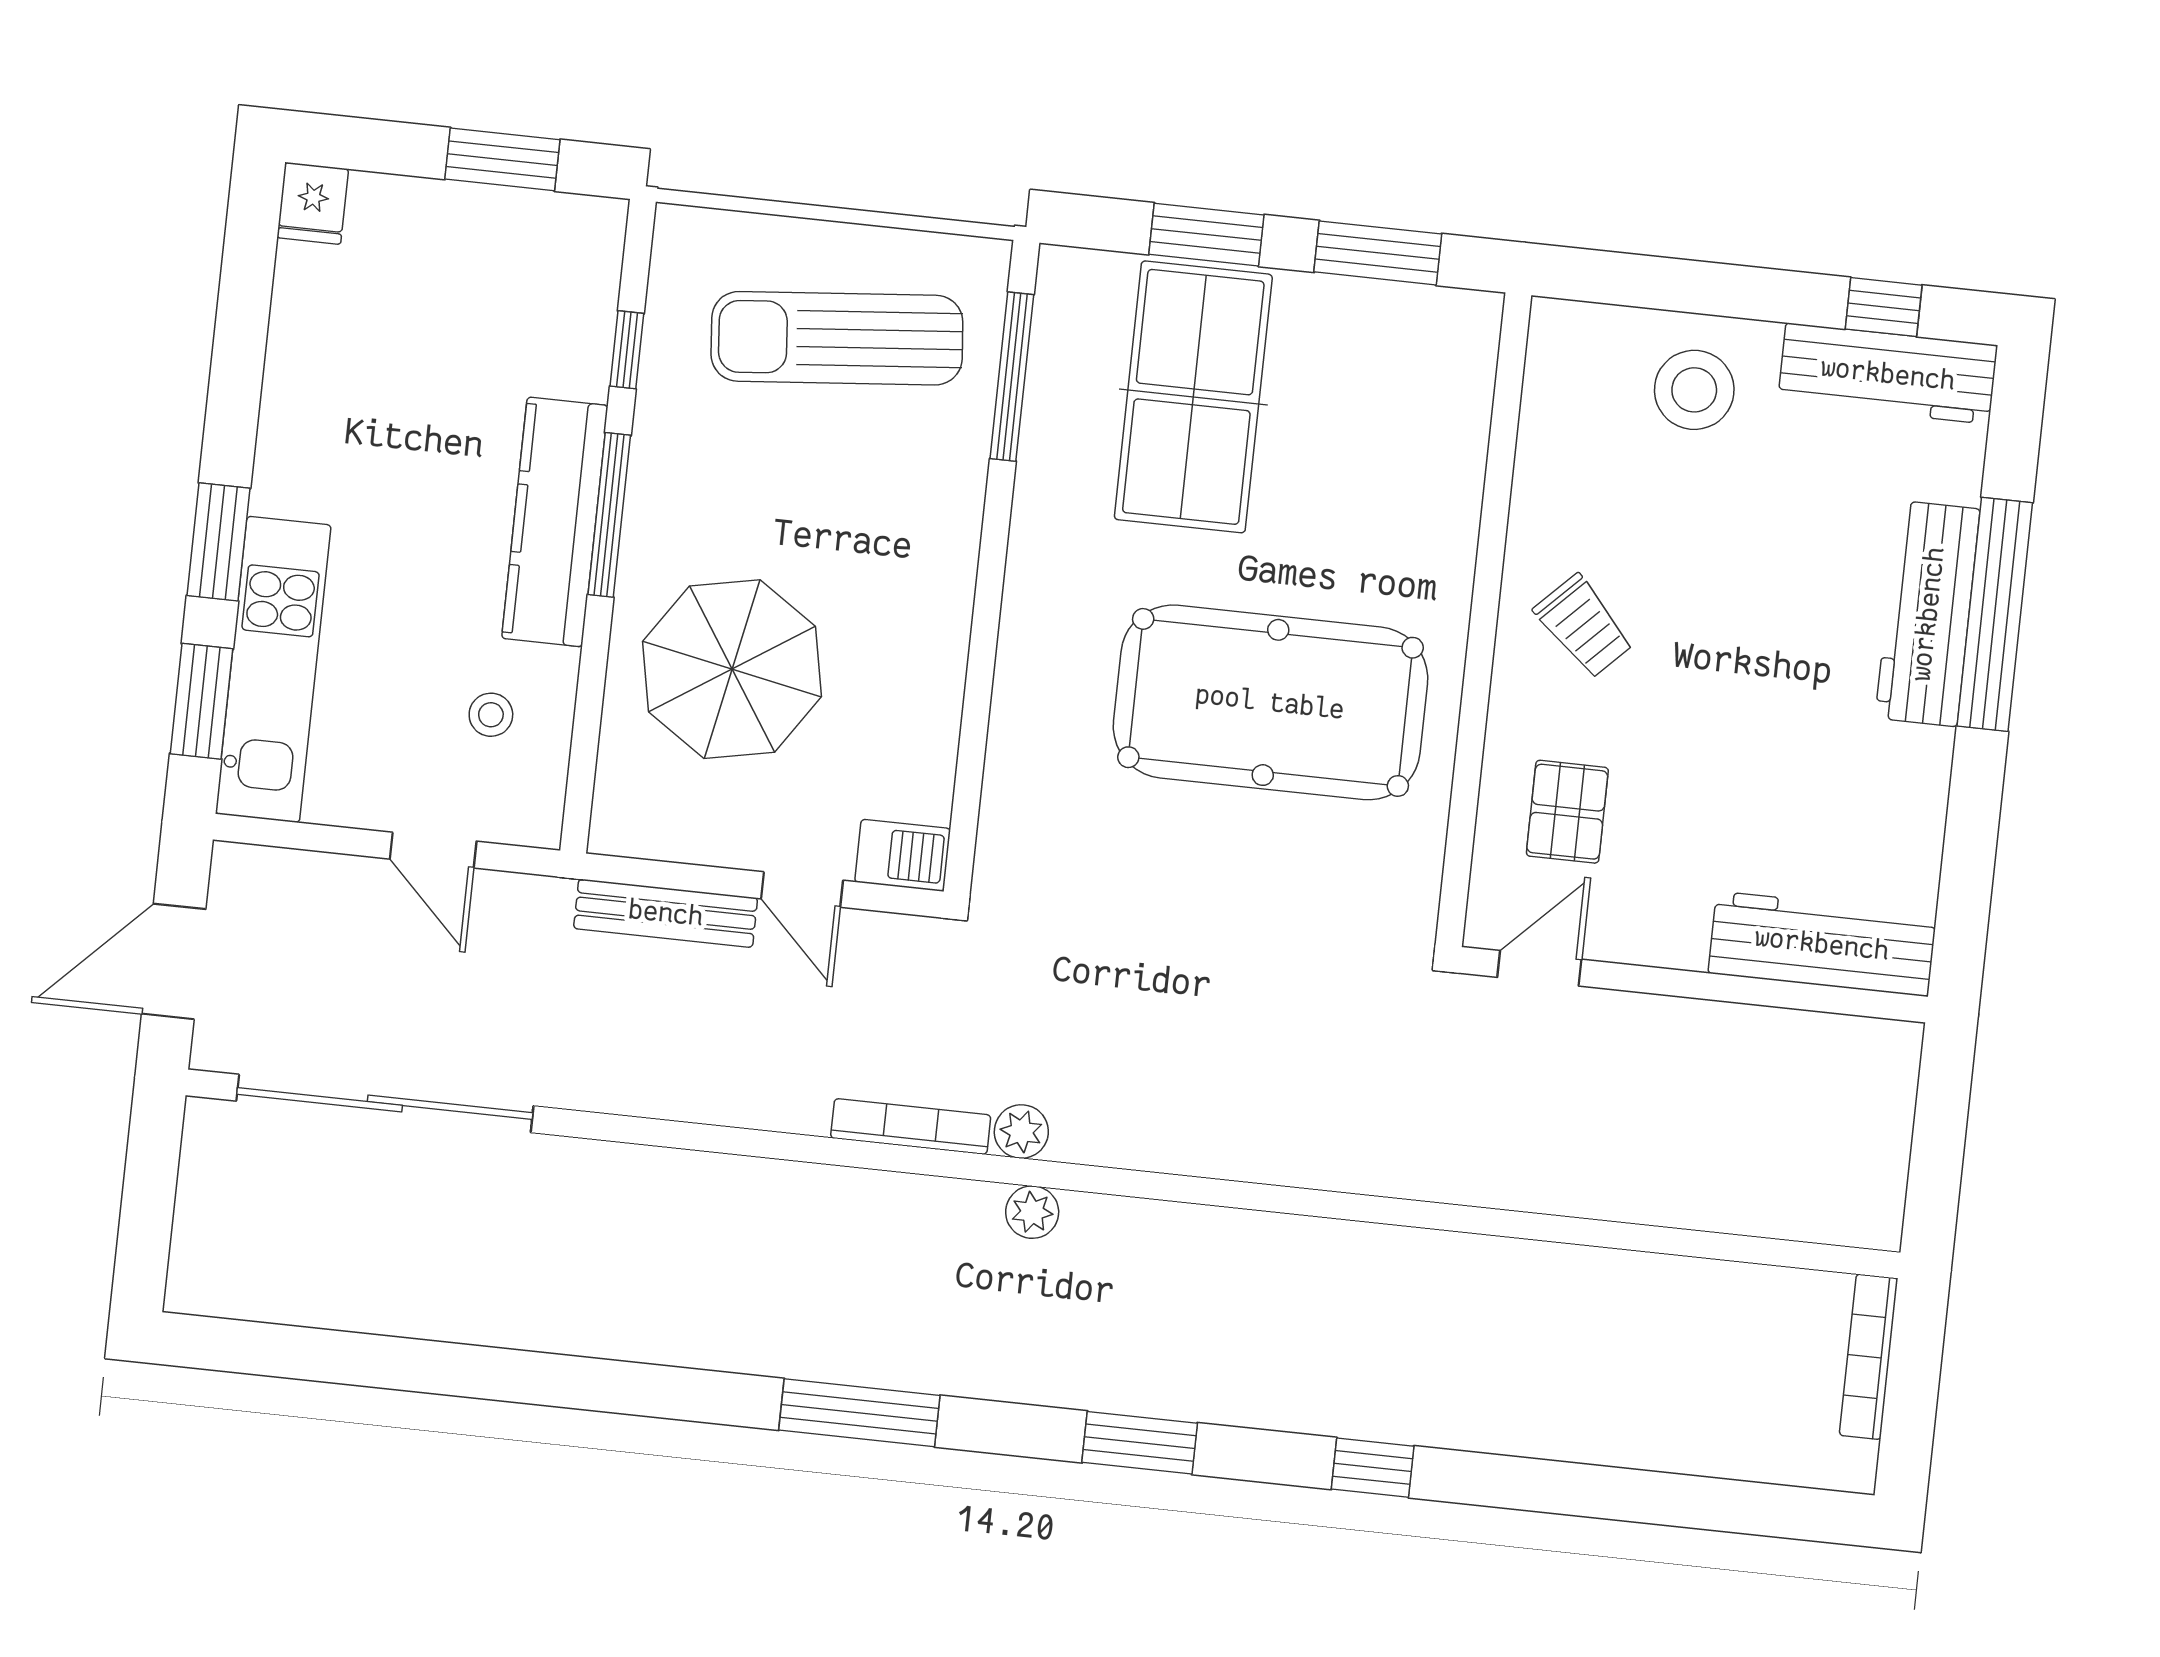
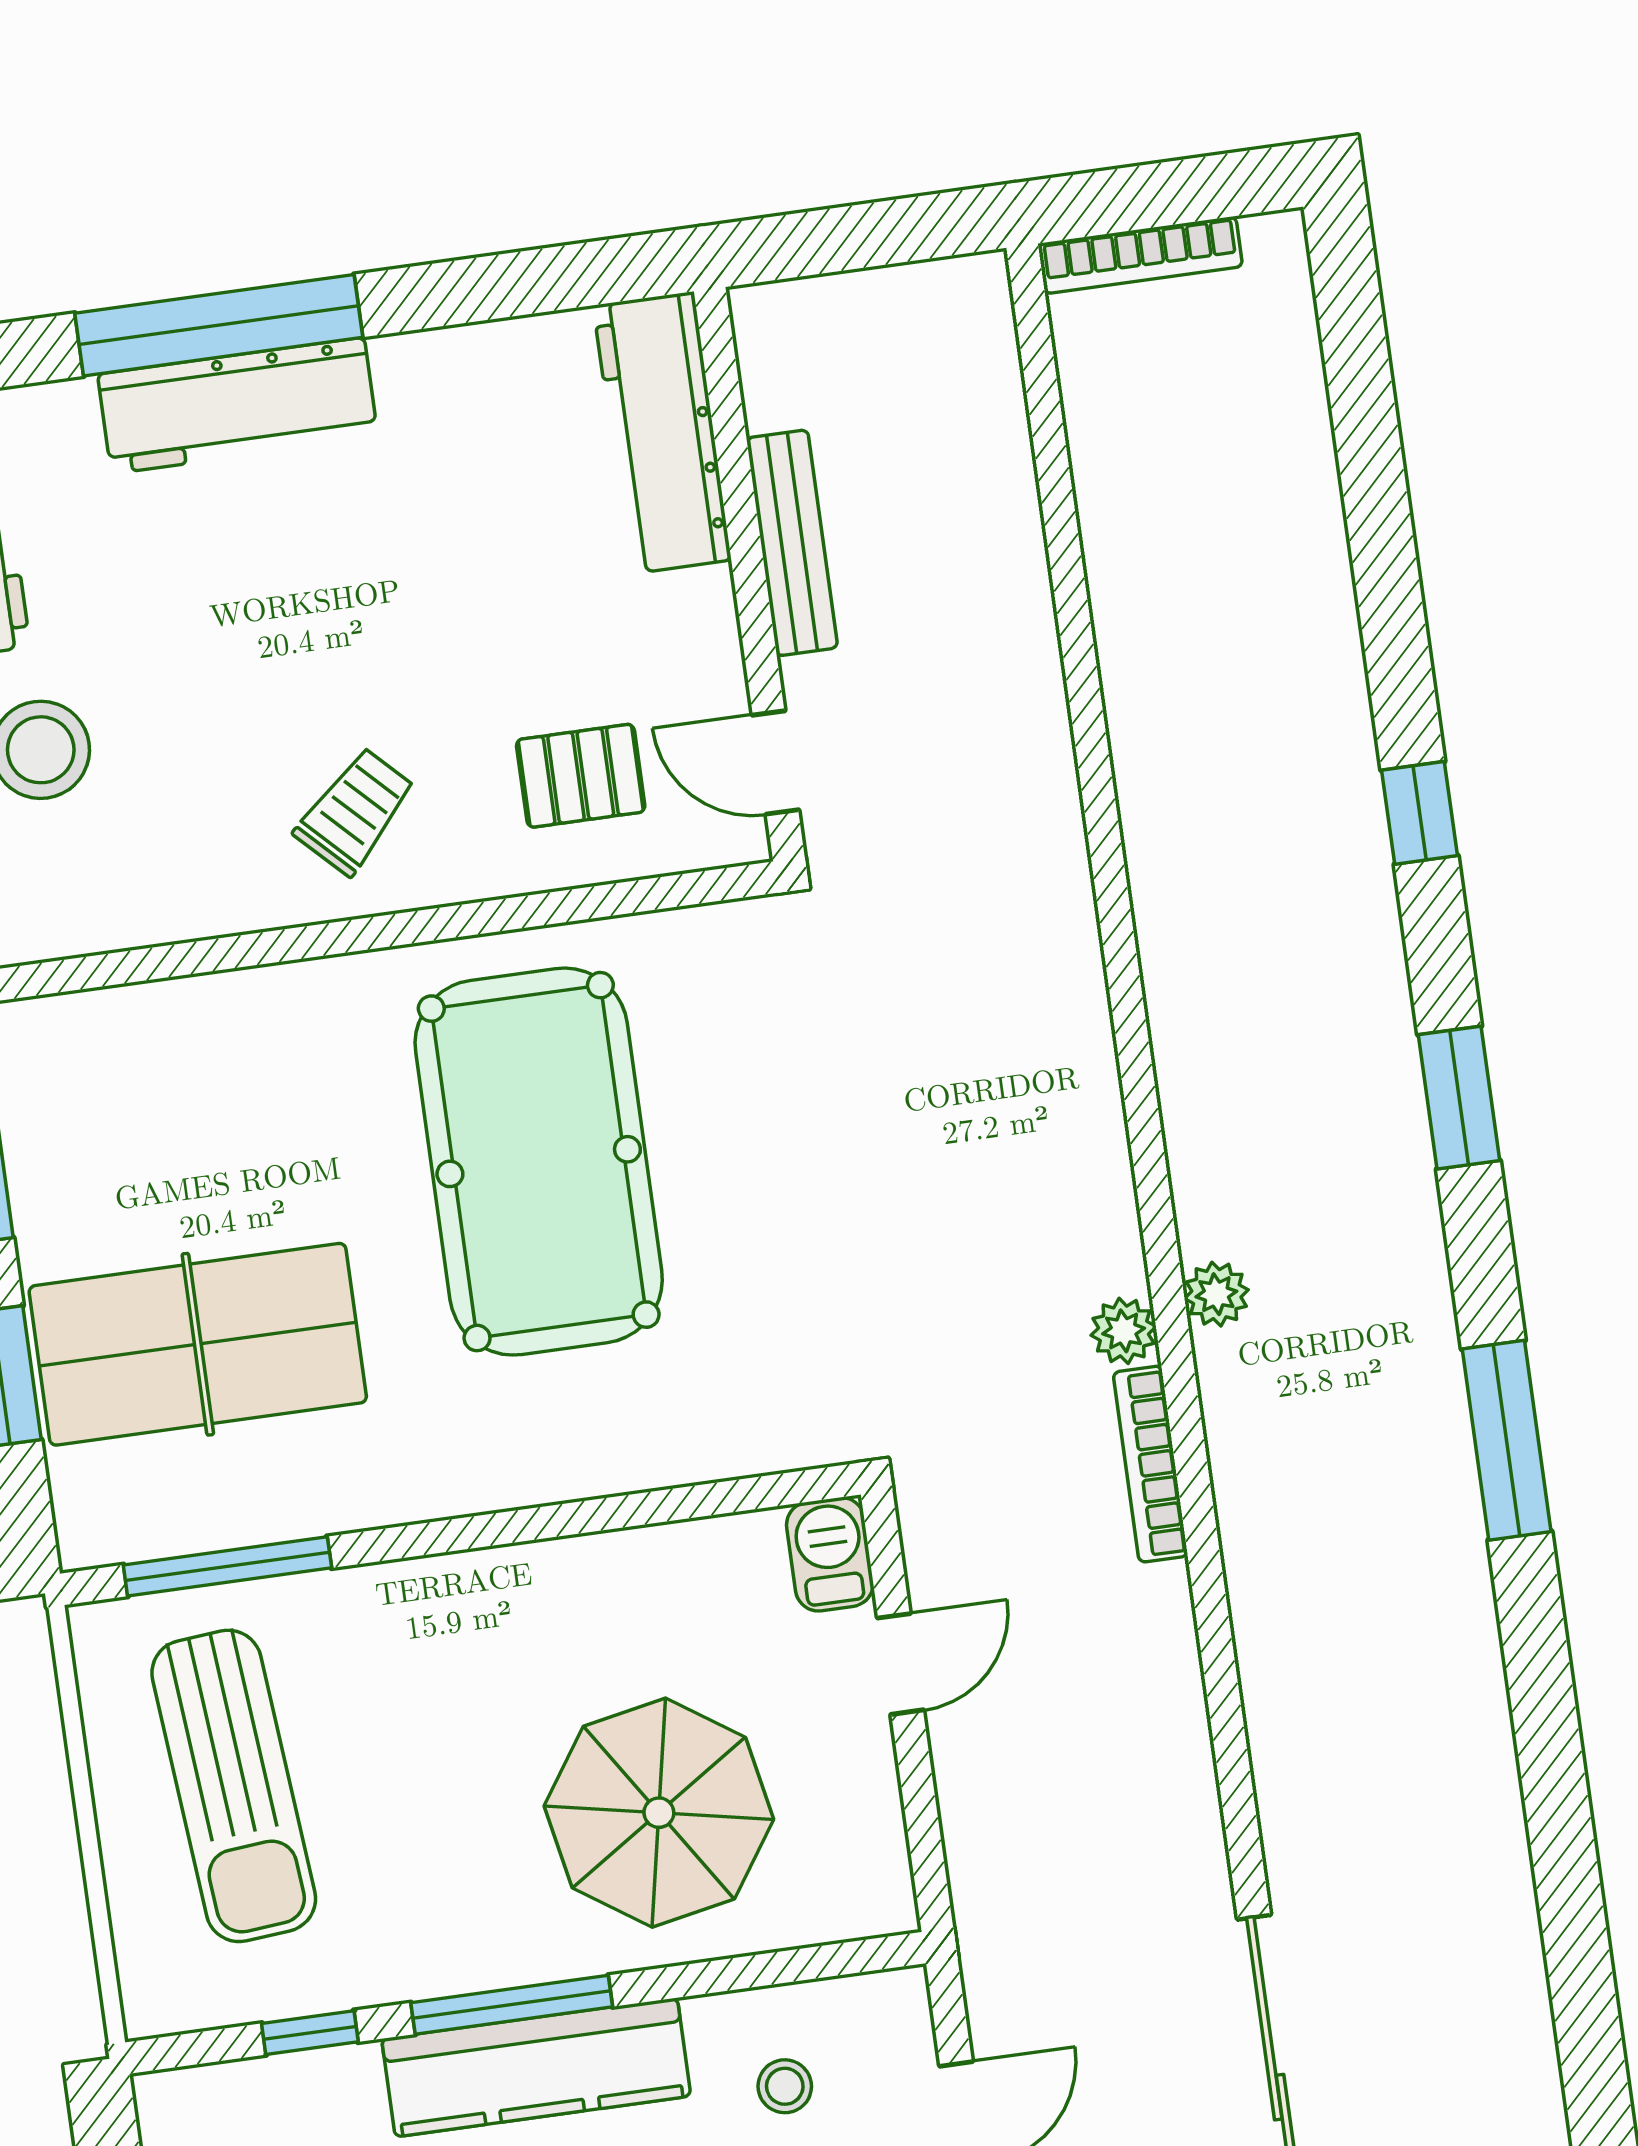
bench: (666, 913) -> (792, 543), moved

